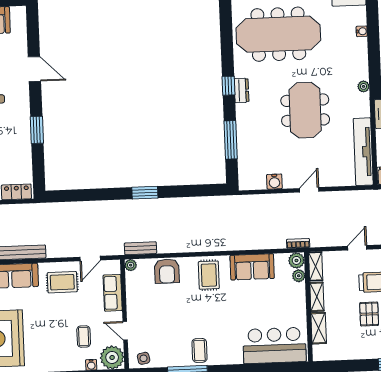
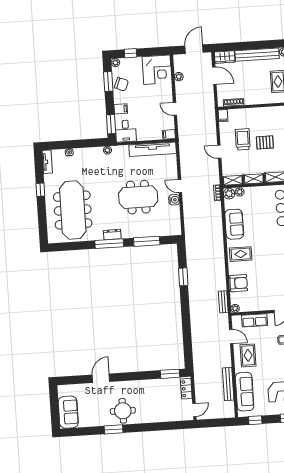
window: (228, 86) -> (109, 244), width x2.17
meeting table: (305, 110) -> (138, 197), moved
window: (37, 130) -> (170, 374), moved
water cooler: (274, 182) -> (174, 200), moved
window: (145, 193) -> (183, 277), moved

